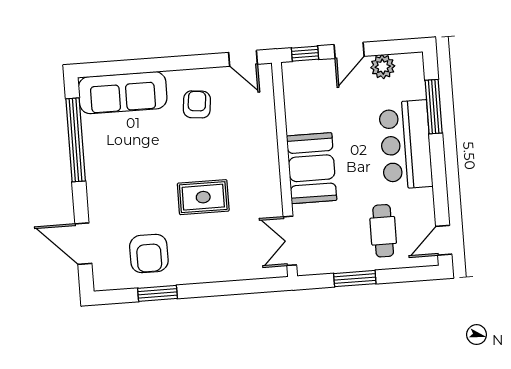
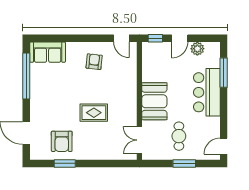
sofa: (123, 93) -> (48, 52), width x0.73
cafe table: (383, 231) -> (179, 136), moved
window: (355, 279) -> (184, 163), moved

